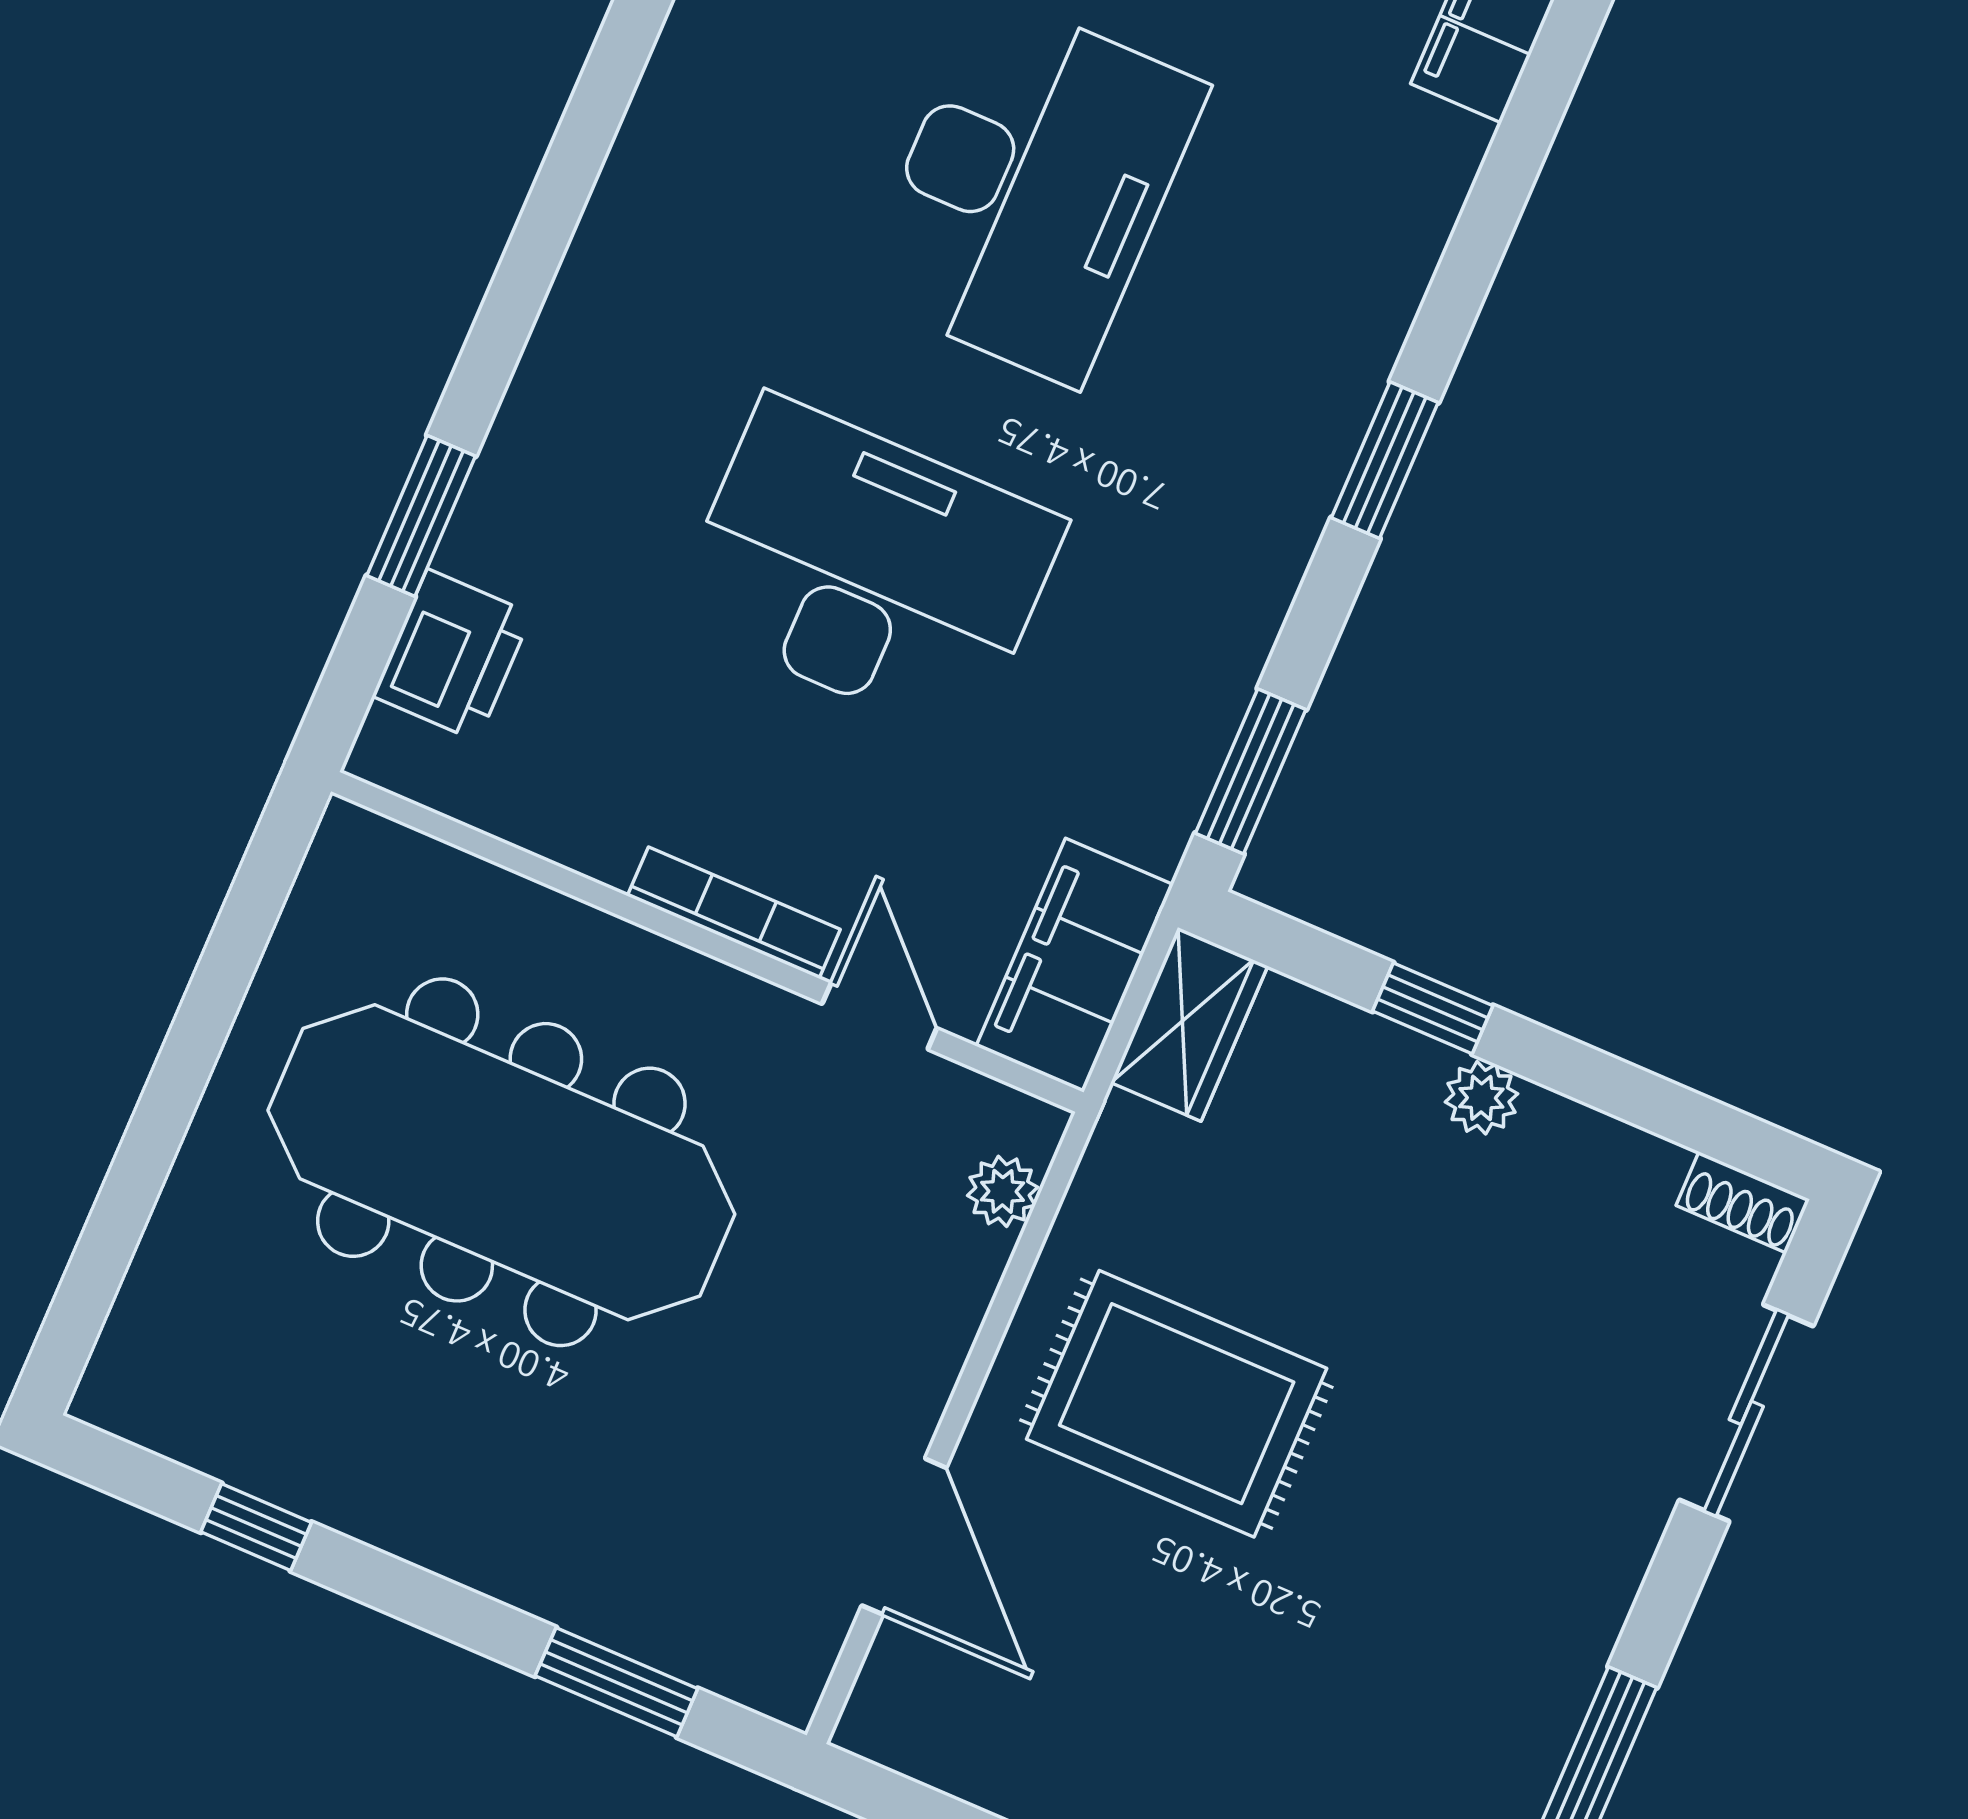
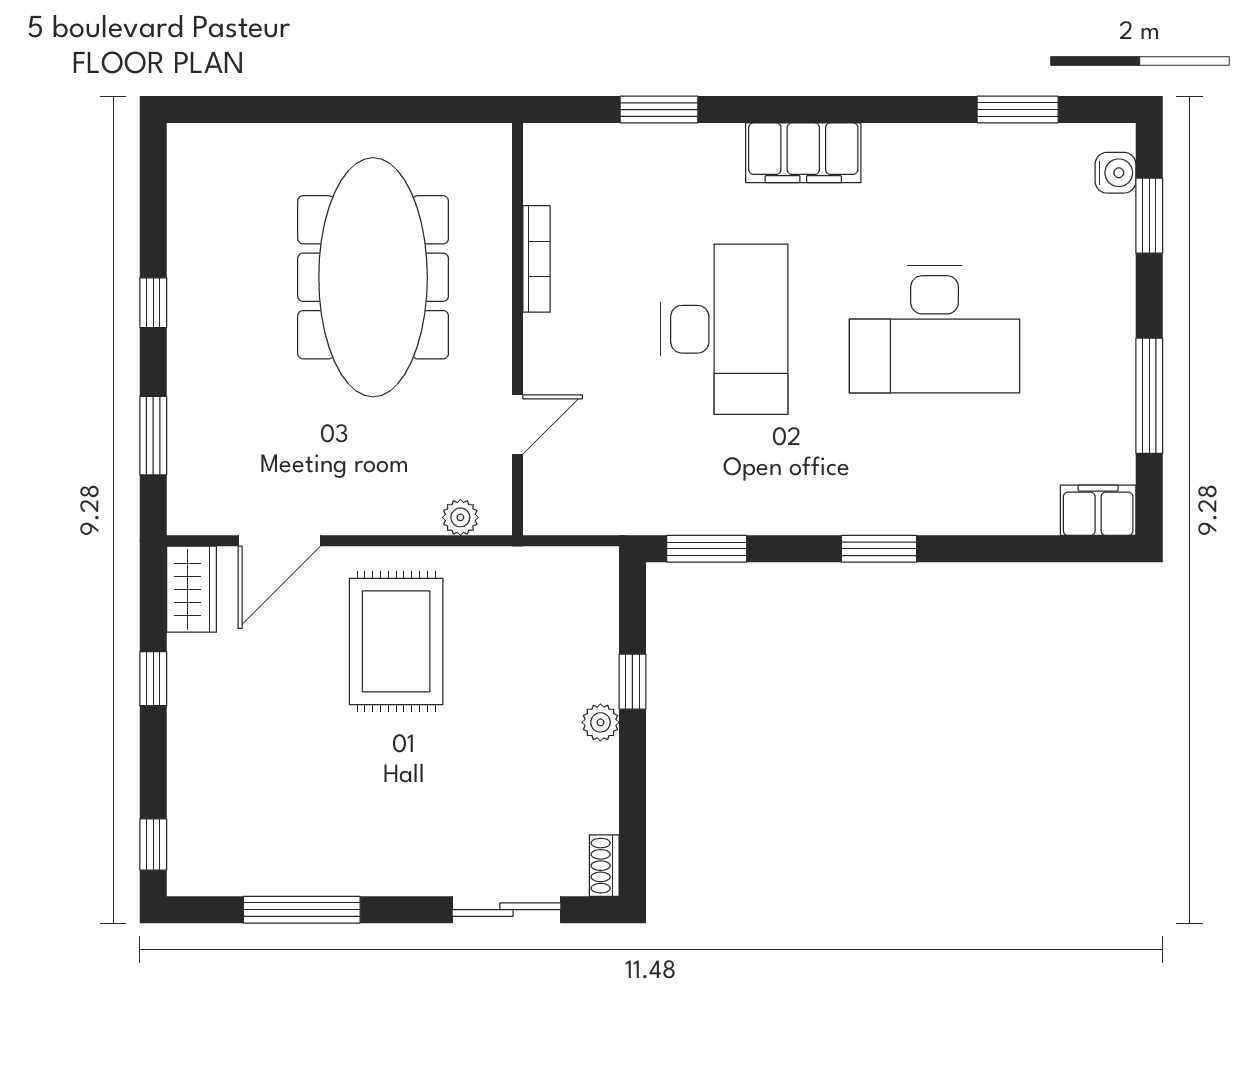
printer: (452, 655) -> (600, 152), removed
bookcase: (734, 913) -> (537, 259), moved
filing cabinet: (1075, 965) -> (803, 153), moved, turned 180
wardrobe: (1189, 1024) -> (192, 589), moved, turned -90
window: (256, 1527) -> (153, 303), moved

